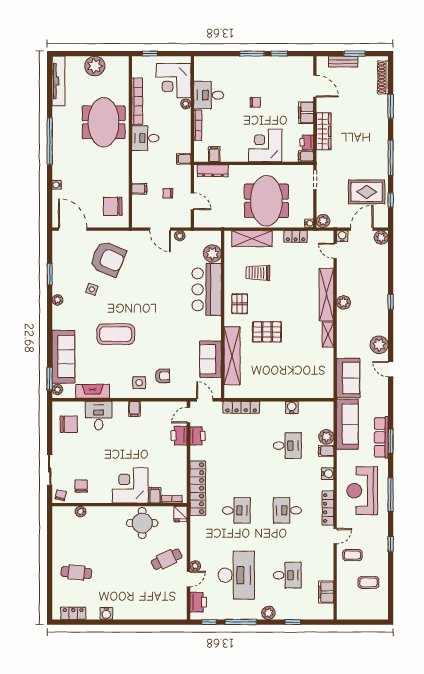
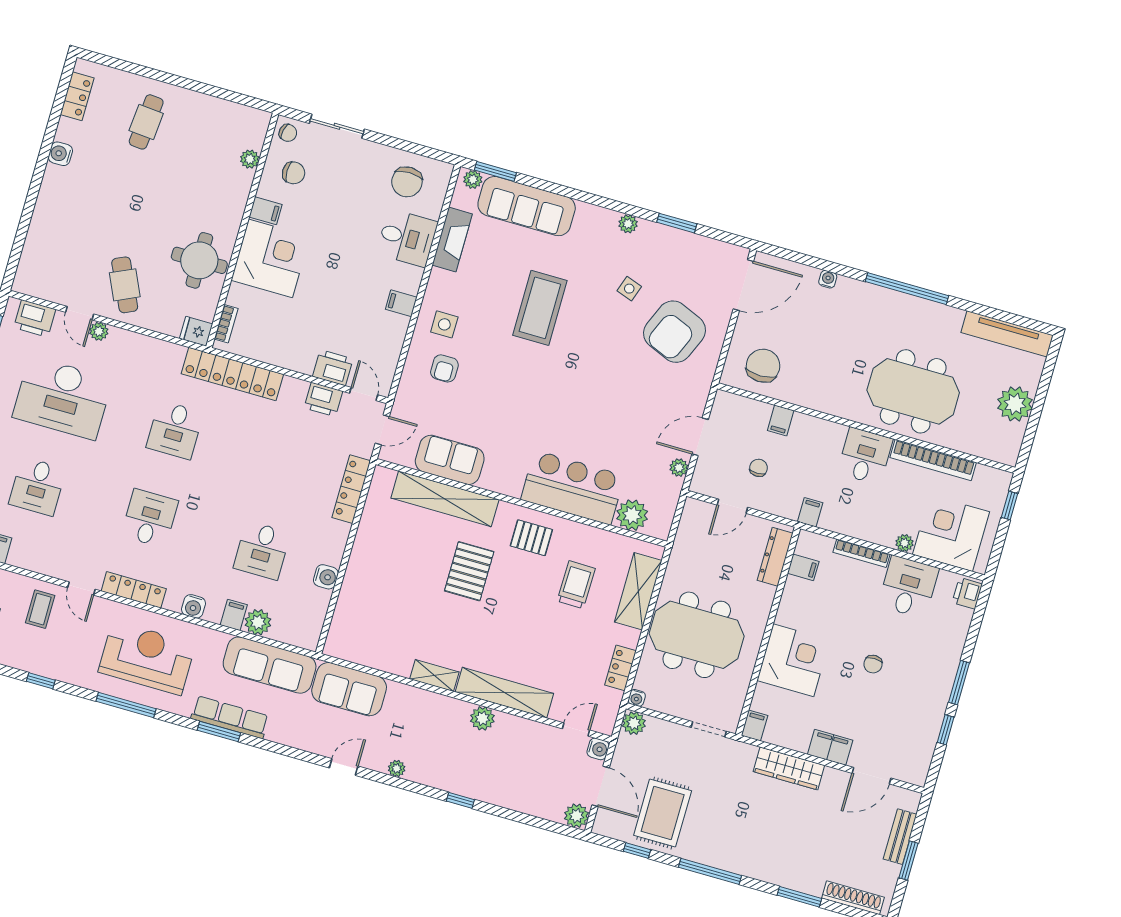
printer: (307, 142) -> (967, 593), moved, turned -90
plant: (379, 345) -> (397, 768), width x0.53, depth x0.53
filing cabinet: (155, 495) -> (266, 211), moved

